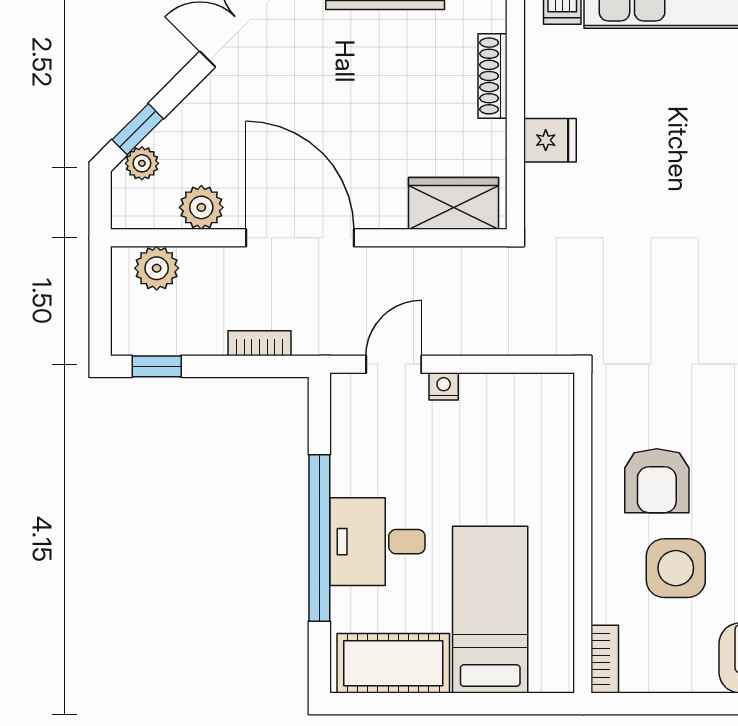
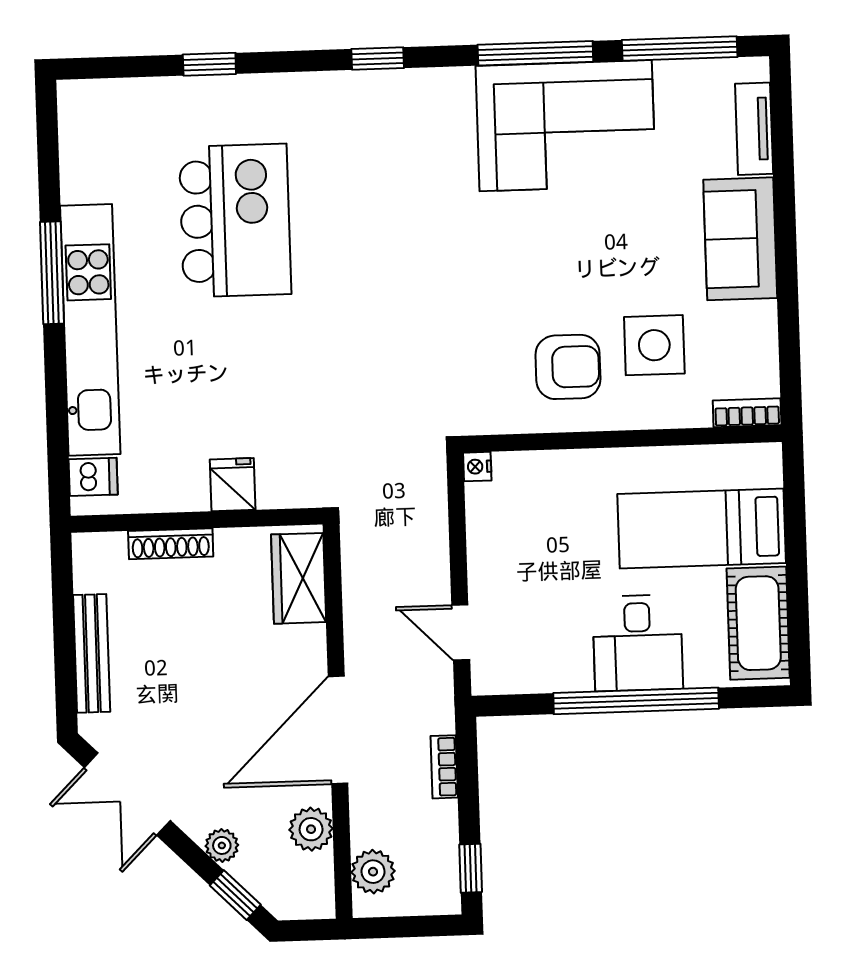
plant: (142, 163) -> (222, 845), moved
nightstand: (444, 386) -> (477, 467), moved

